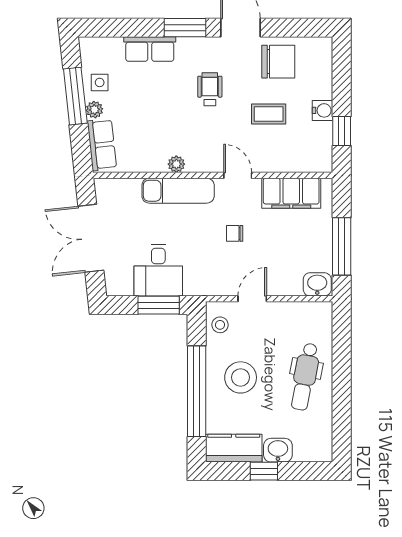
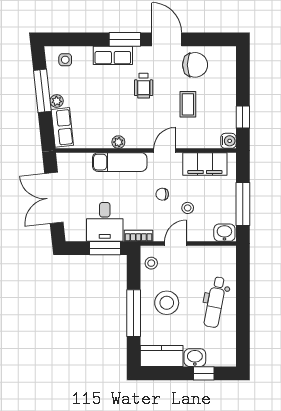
row of seats: (150, 49) -> (113, 55), moved
side table: (100, 82) -> (65, 60), moved
wheelchair: (210, 89) -> (144, 86), turned 180
water cooler: (322, 110) -> (228, 141), moved
coffee table: (269, 114) -> (188, 104), turned 90
door: (238, 175) -> (165, 151), hinge flipped
stool: (268, 252) -> (188, 208), added
bookcase: (203, 289) -> (138, 236), added
window: (197, 391) -> (134, 313), width x0.68
window: (264, 471) -> (204, 373), moved

